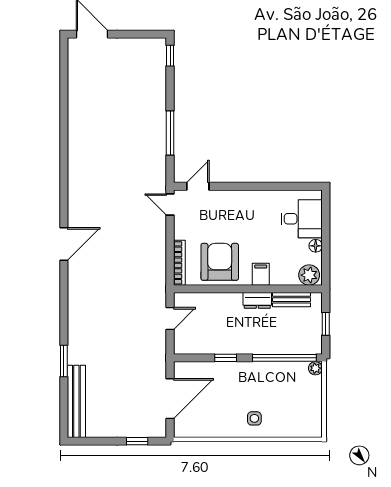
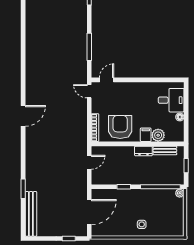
plant: (309, 275) -> (158, 135), moved

